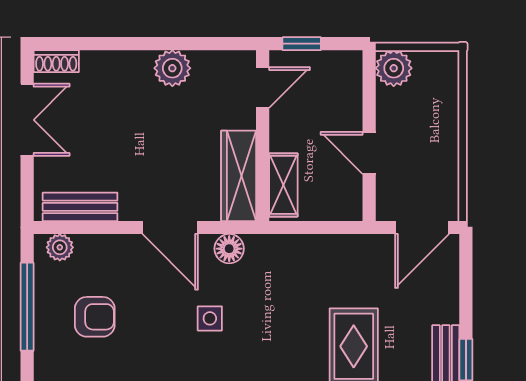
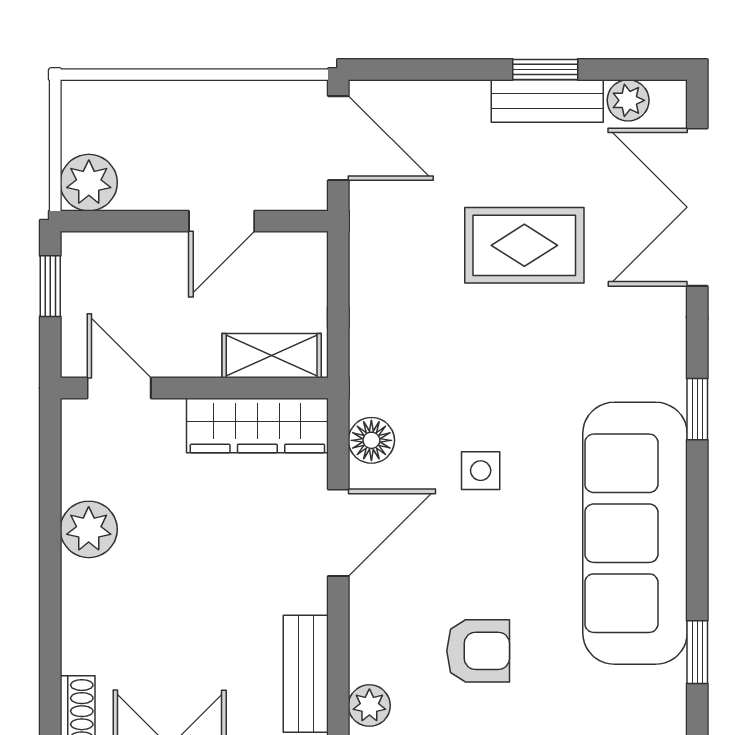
window: (302, 44) -> (50, 286), moved
armchair: (95, 317) -> (478, 651), turned 90

